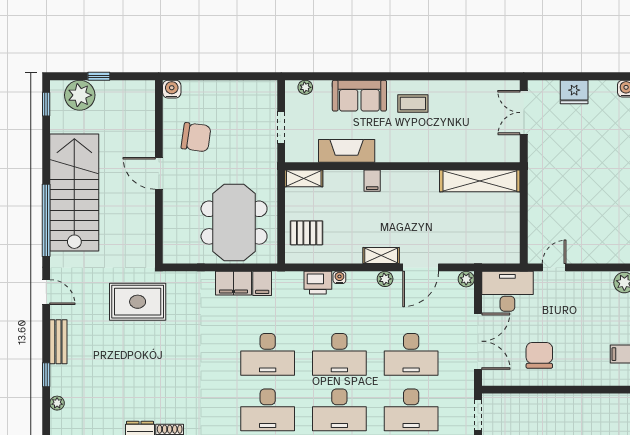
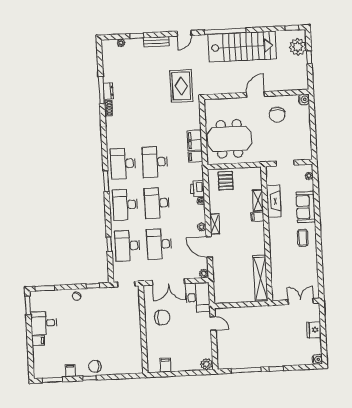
shelving: (304, 178) -> (258, 200), moved

